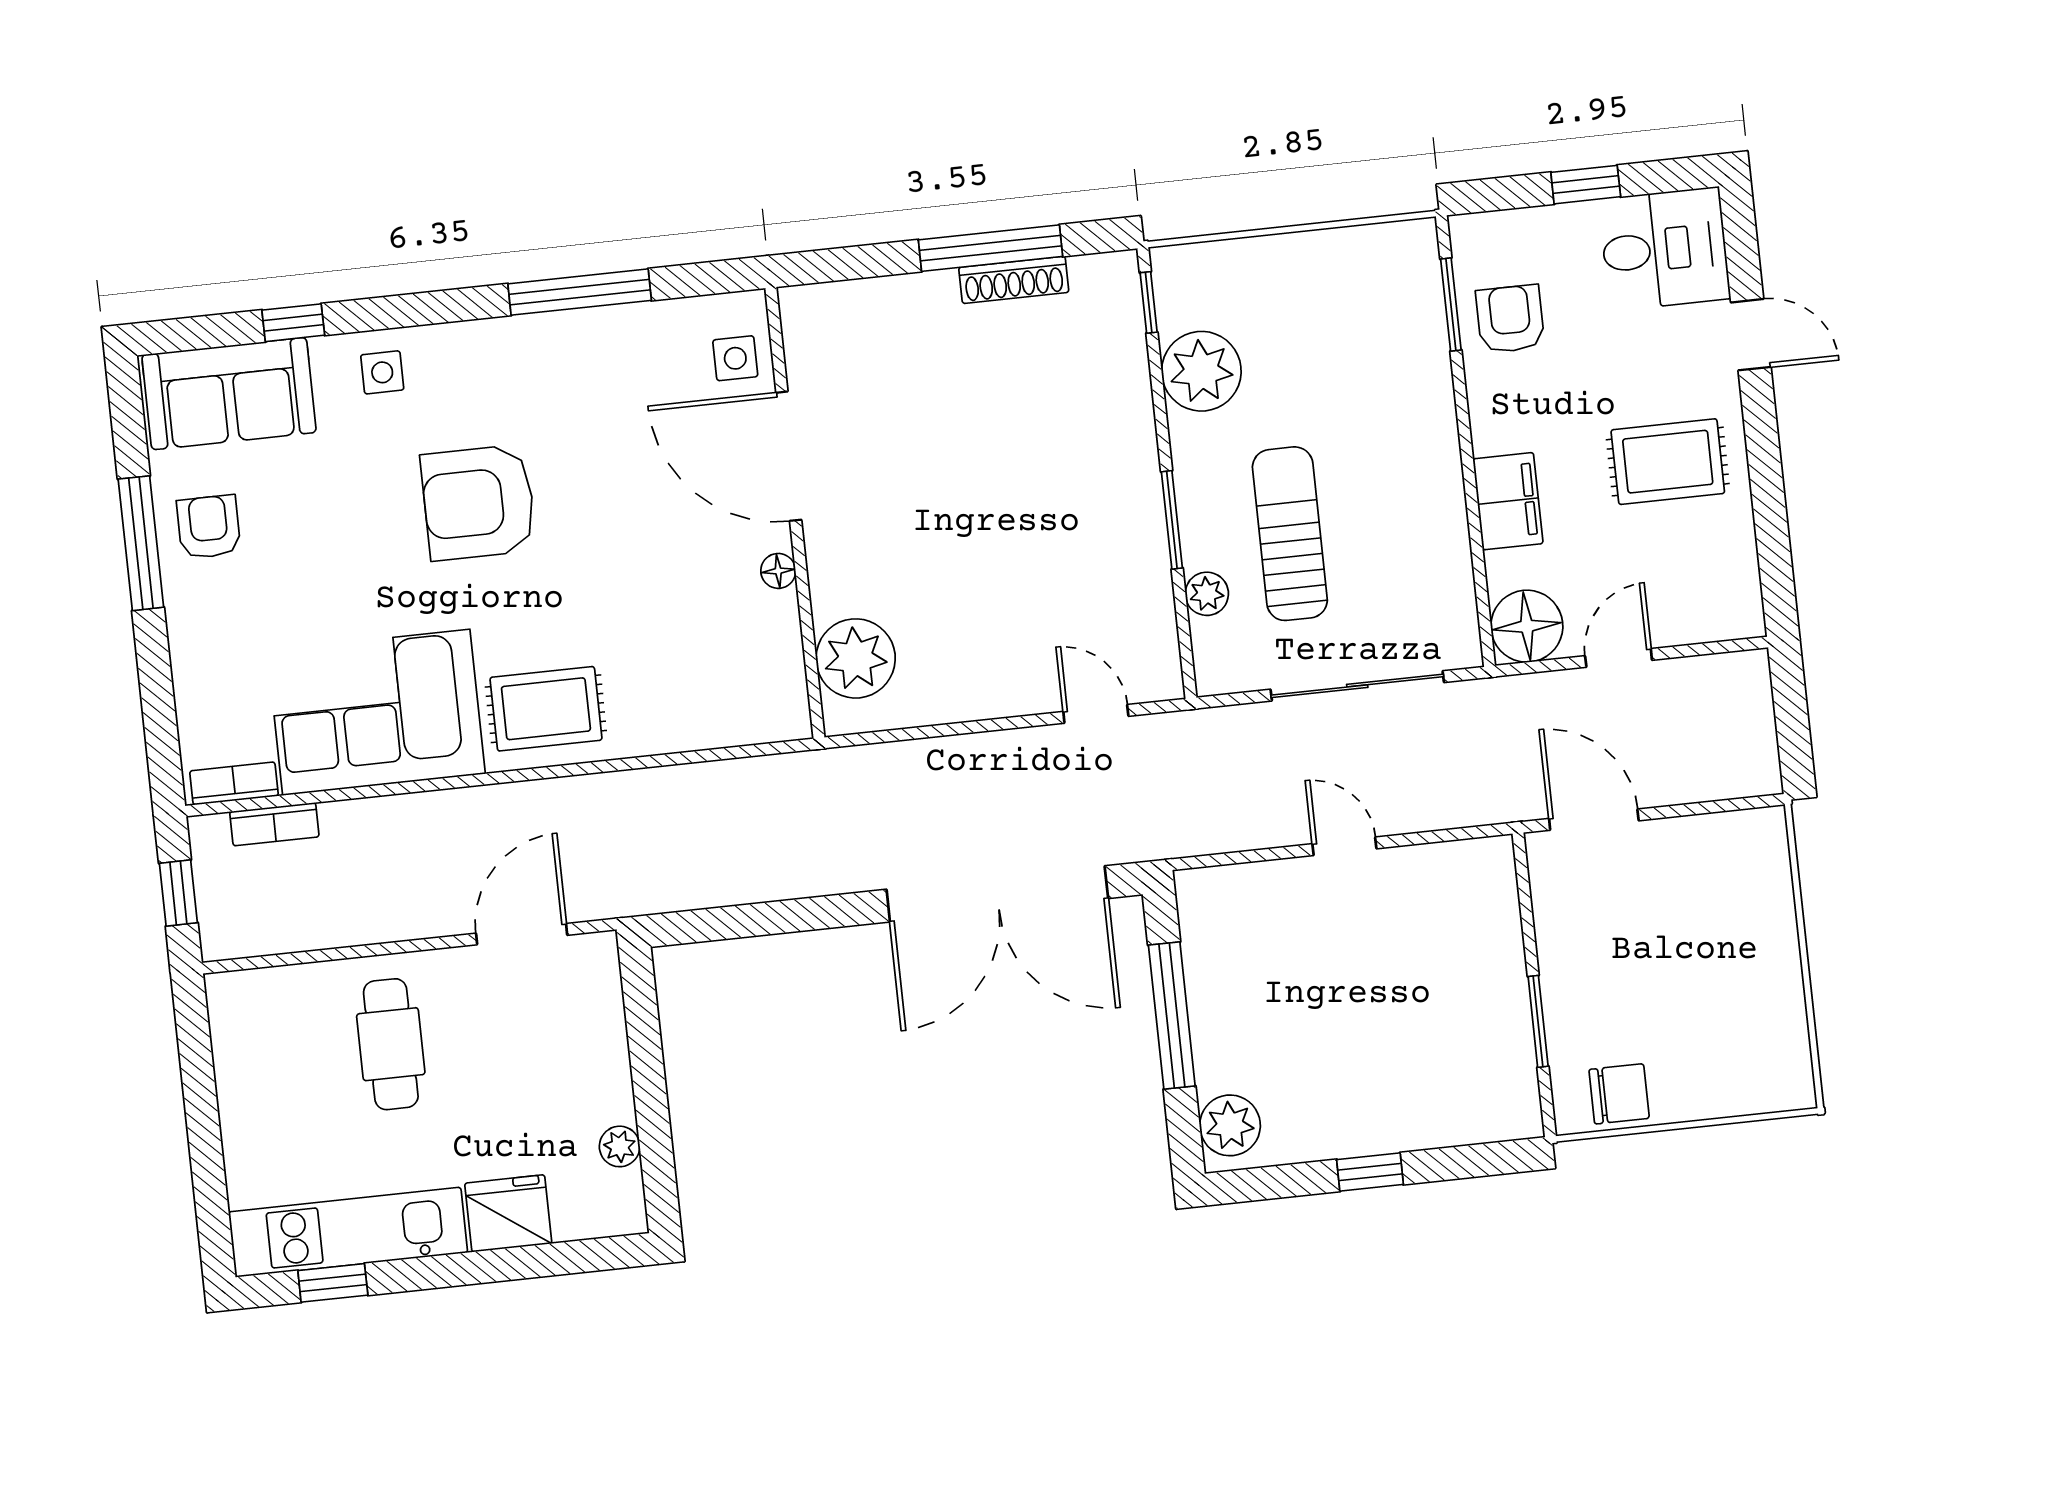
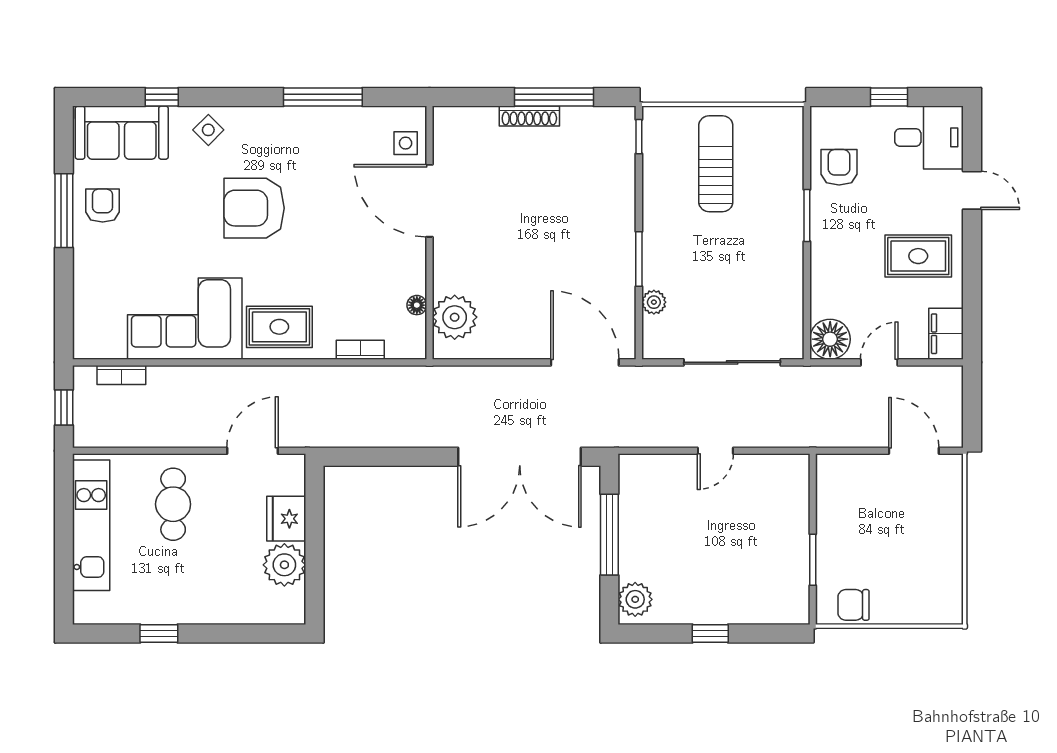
shoe rack: (1014, 280) -> (529, 116), moved
window: (1451, 304) -> (807, 215), moved
plant: (1201, 371) -> (664, 178), removed
side table: (382, 372) -> (208, 130), turned 45
filing cabinet: (1508, 501) -> (946, 334), moved, turned 180
sun lounger: (1290, 534) -> (716, 164), moved
floor lamp: (778, 571) -> (417, 305), moved
door: (1096, 714) -> (585, 362), width x1.87
bookcase: (234, 783) -> (360, 350), moved
door: (1594, 820) -> (914, 451), moved
door: (1344, 846) -> (715, 451), swing flipped
chair: (1619, 1094) -> (854, 605), turned 180
plant: (620, 1146) -> (284, 565), width x1.88, depth x1.88
fridge: (508, 1213) -> (286, 519), moved, turned -90
kitchen unit: (348, 1232) -> (91, 525), moved, turned 90
window: (333, 1283) -> (159, 634), moved

